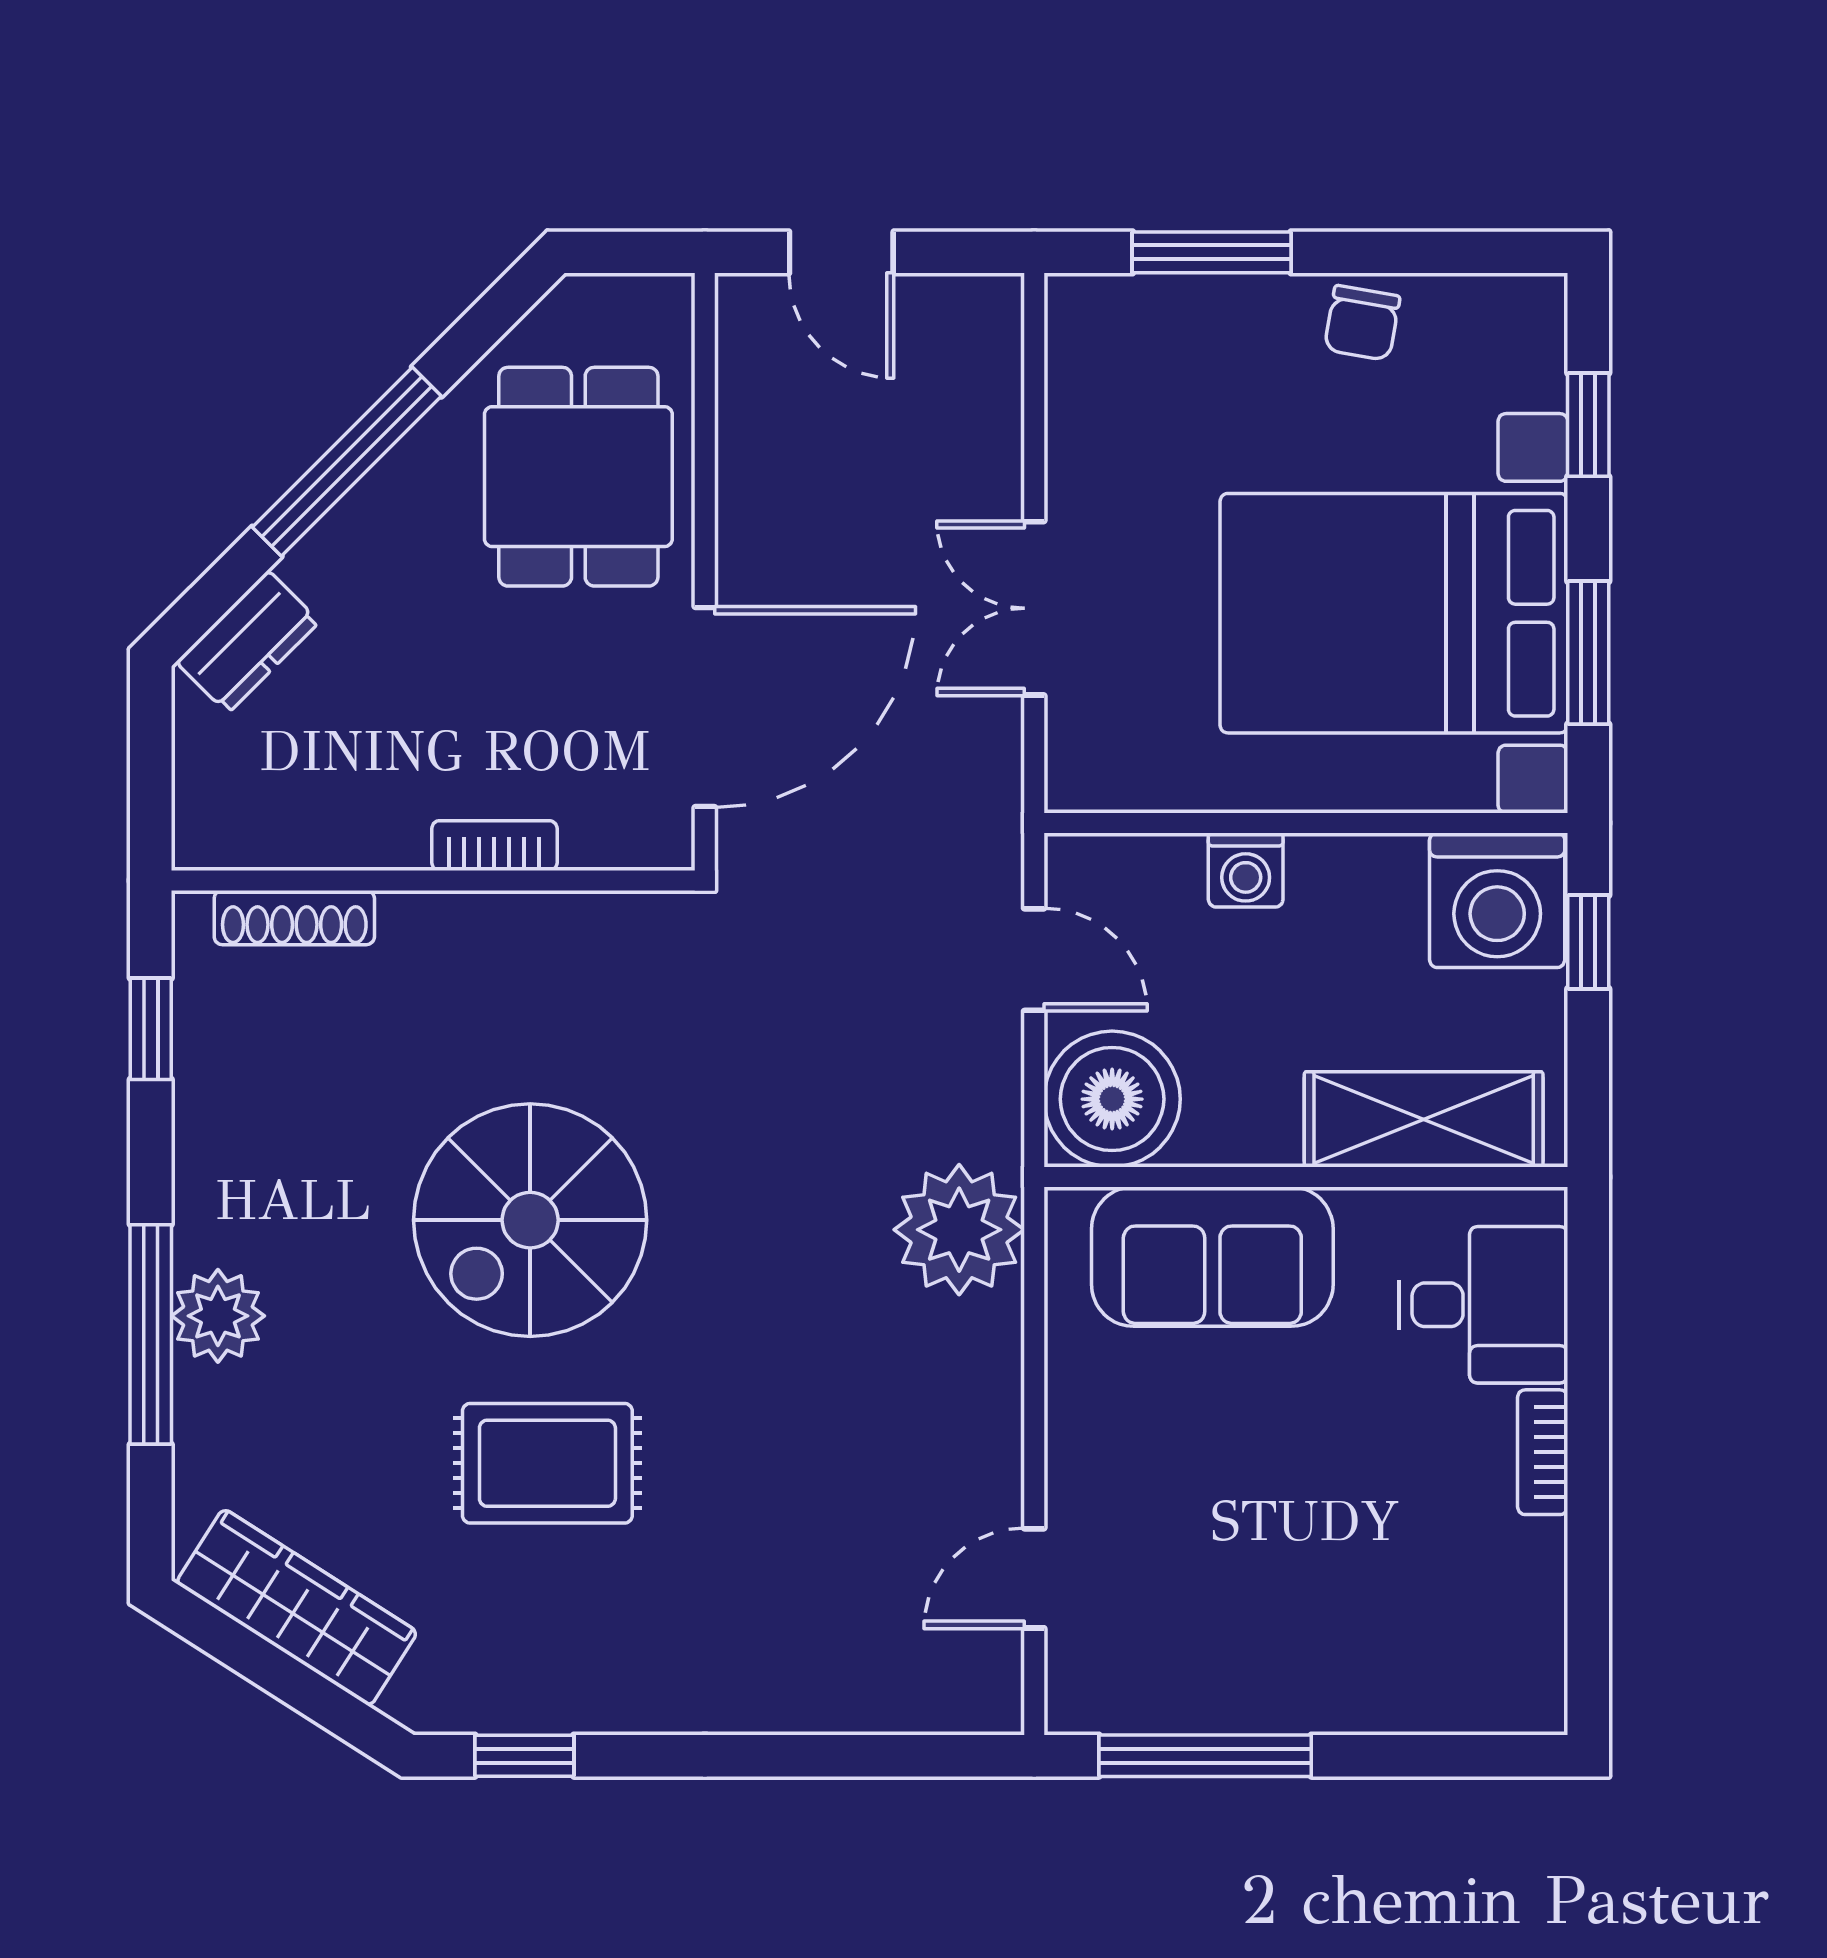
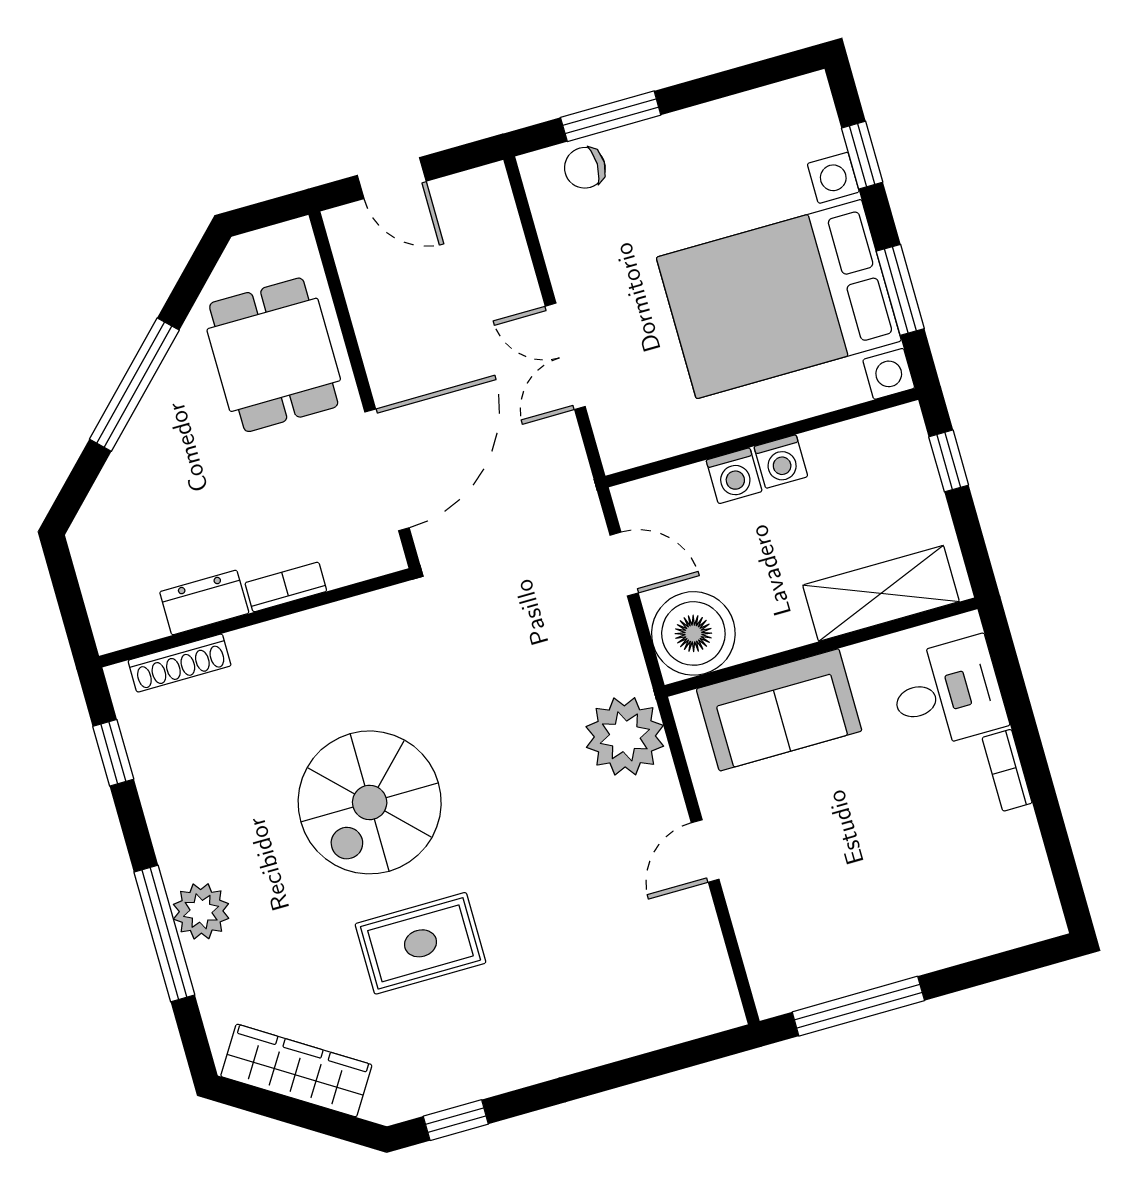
chair: (1362, 323) -> (585, 168), moved, turned 80
dresser: (248, 642) -> (204, 603), moved, turned -135
washing machine: (1497, 900) -> (781, 462), moved, width x0.53, depth x0.53
door: (1034, 1578) -> (705, 851), moved

